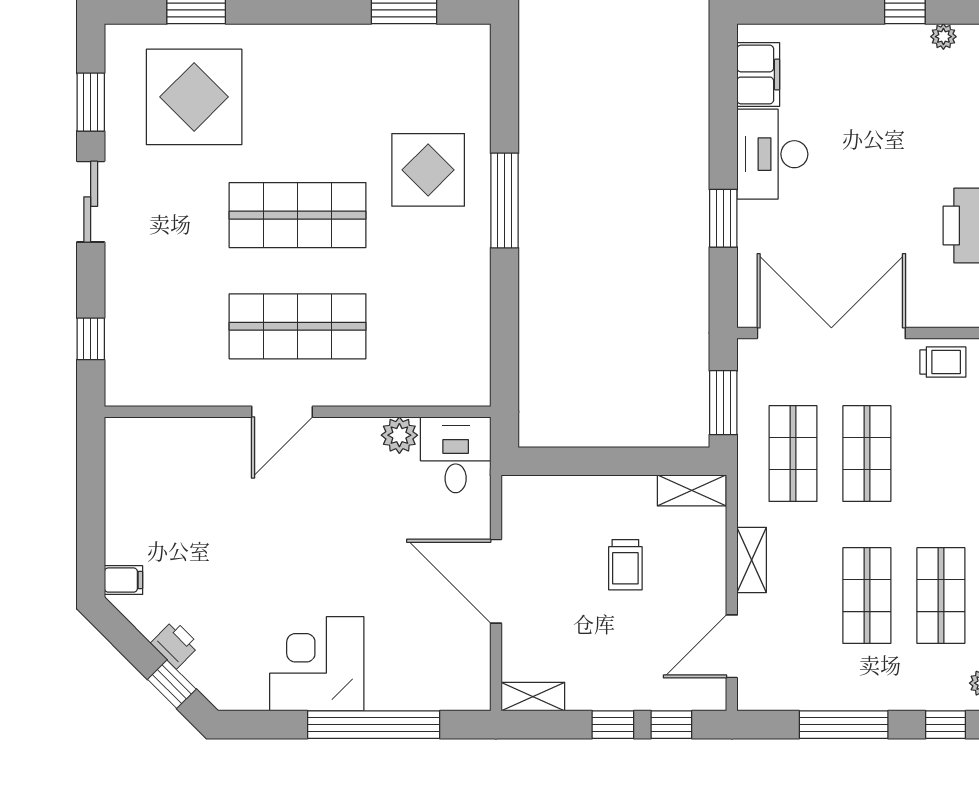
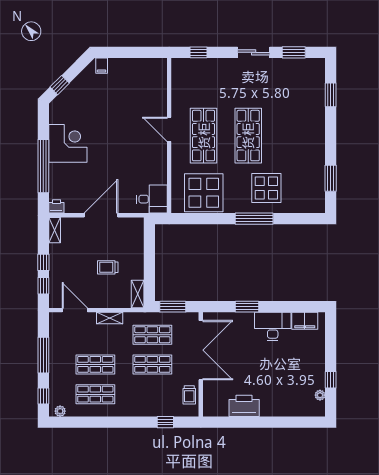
display table: (194, 97) -> (204, 193), moved
plant: (399, 435) -> (160, 176), removed
printer: (175, 644) -> (56, 206), moved, turned -135

